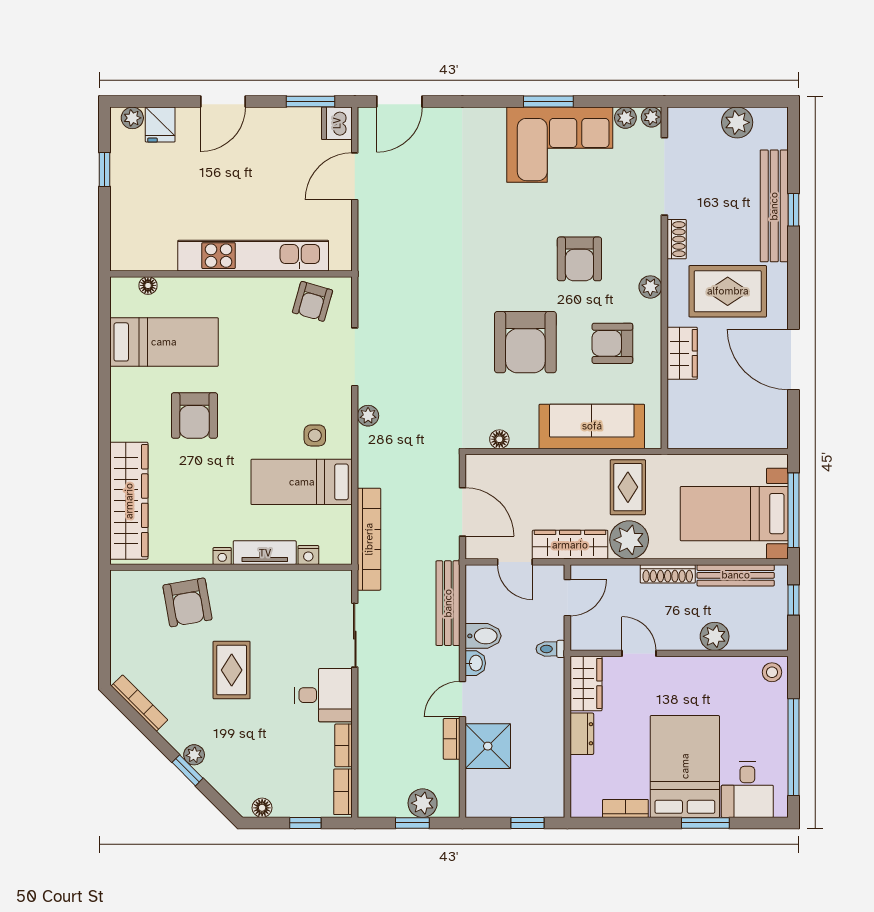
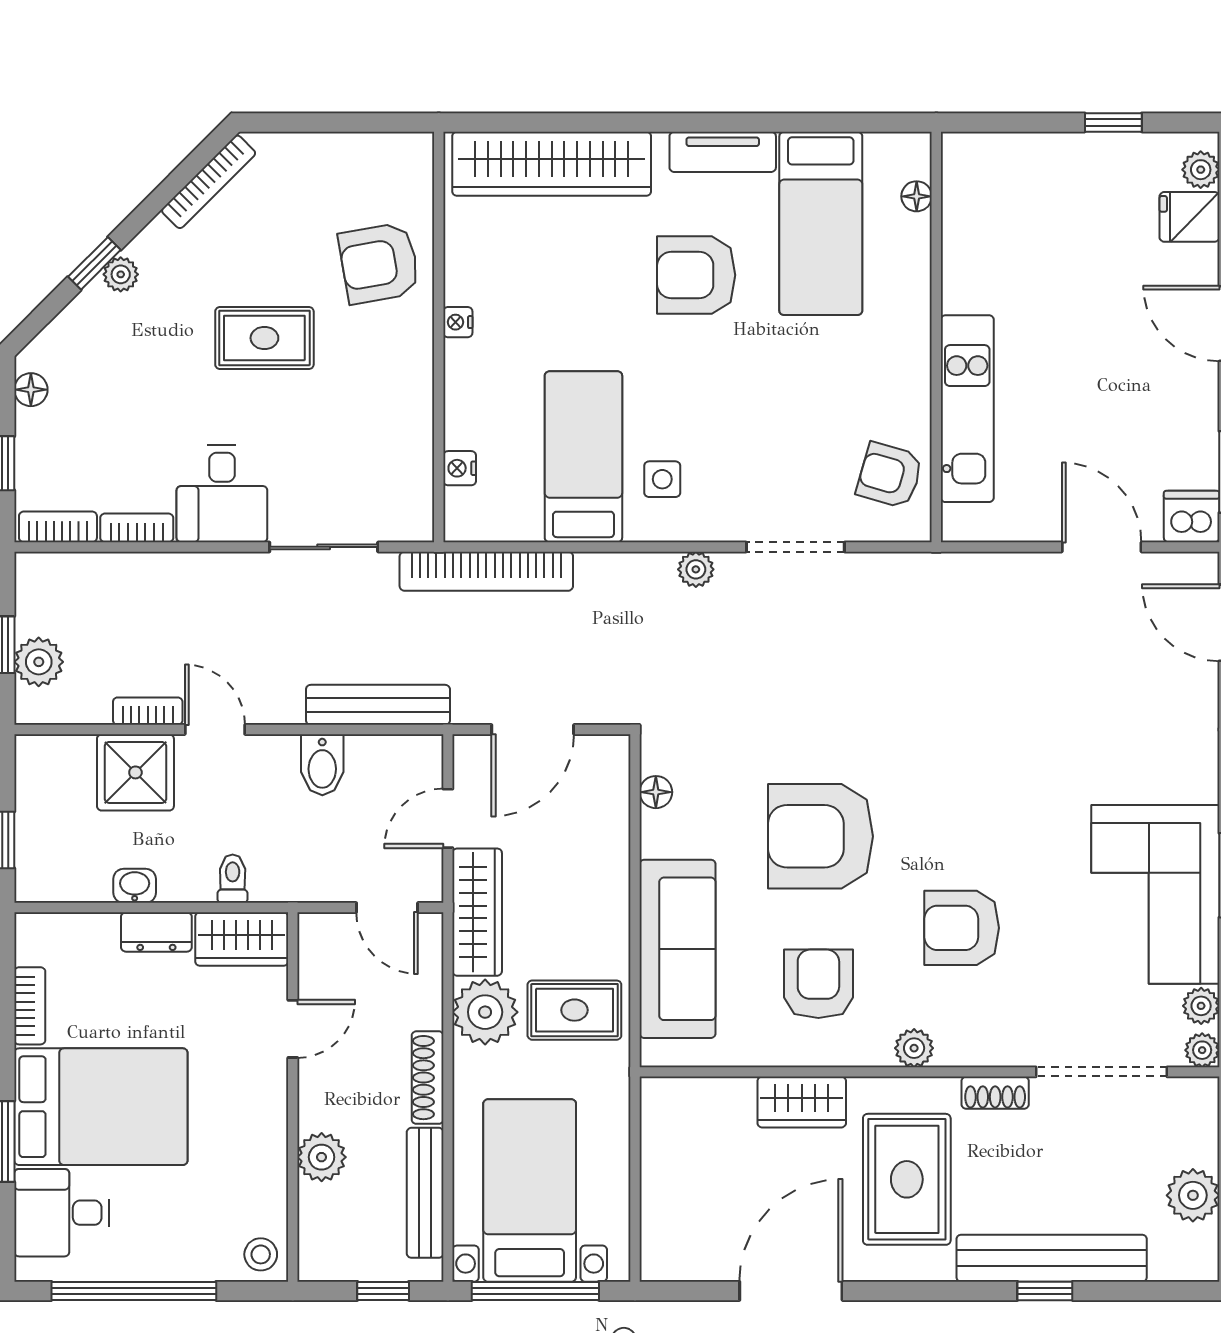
kitchen unit: (253, 256) -> (967, 409), width x0.73
tv unit: (265, 553) -> (723, 152), moved, turned 90
toilet: (550, 649) -> (233, 879), moved
washbasin: (475, 663) -> (135, 886), moved, turned 180

